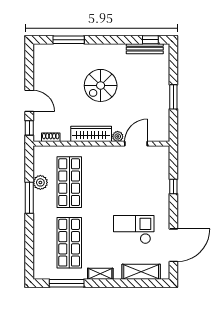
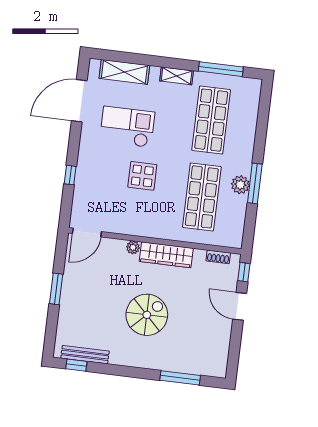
door: (136, 144) -> (87, 233), moved
plant: (40, 182) -> (240, 185), moved
display table: (117, 193) -> (142, 176), added
checkout: (134, 230) -> (127, 127), turned 180

